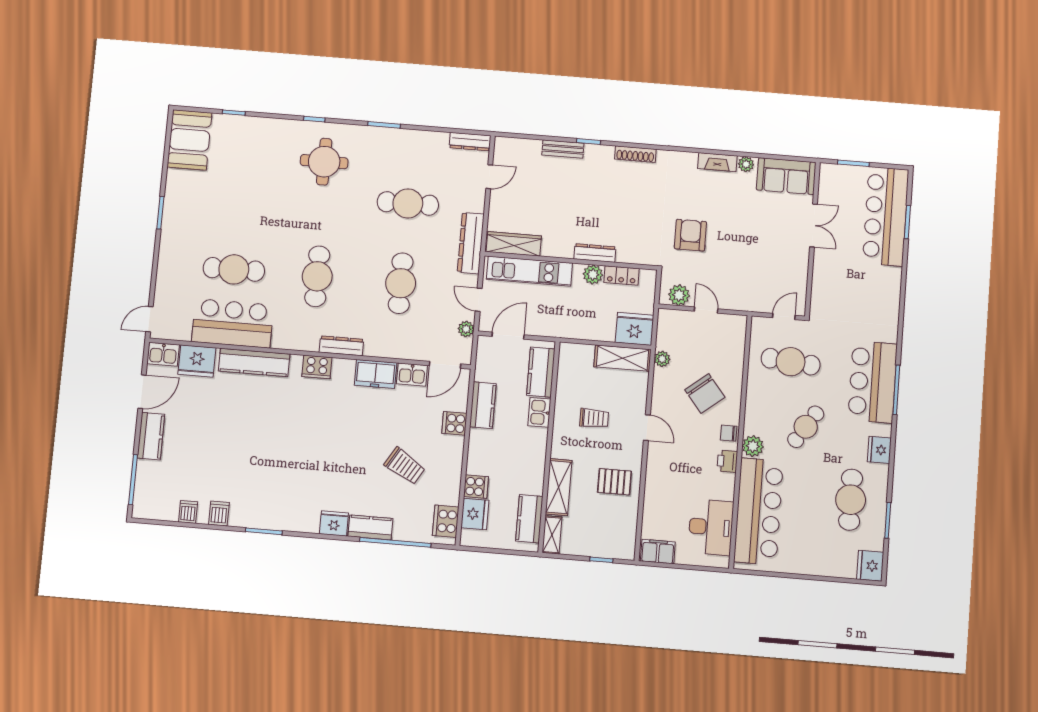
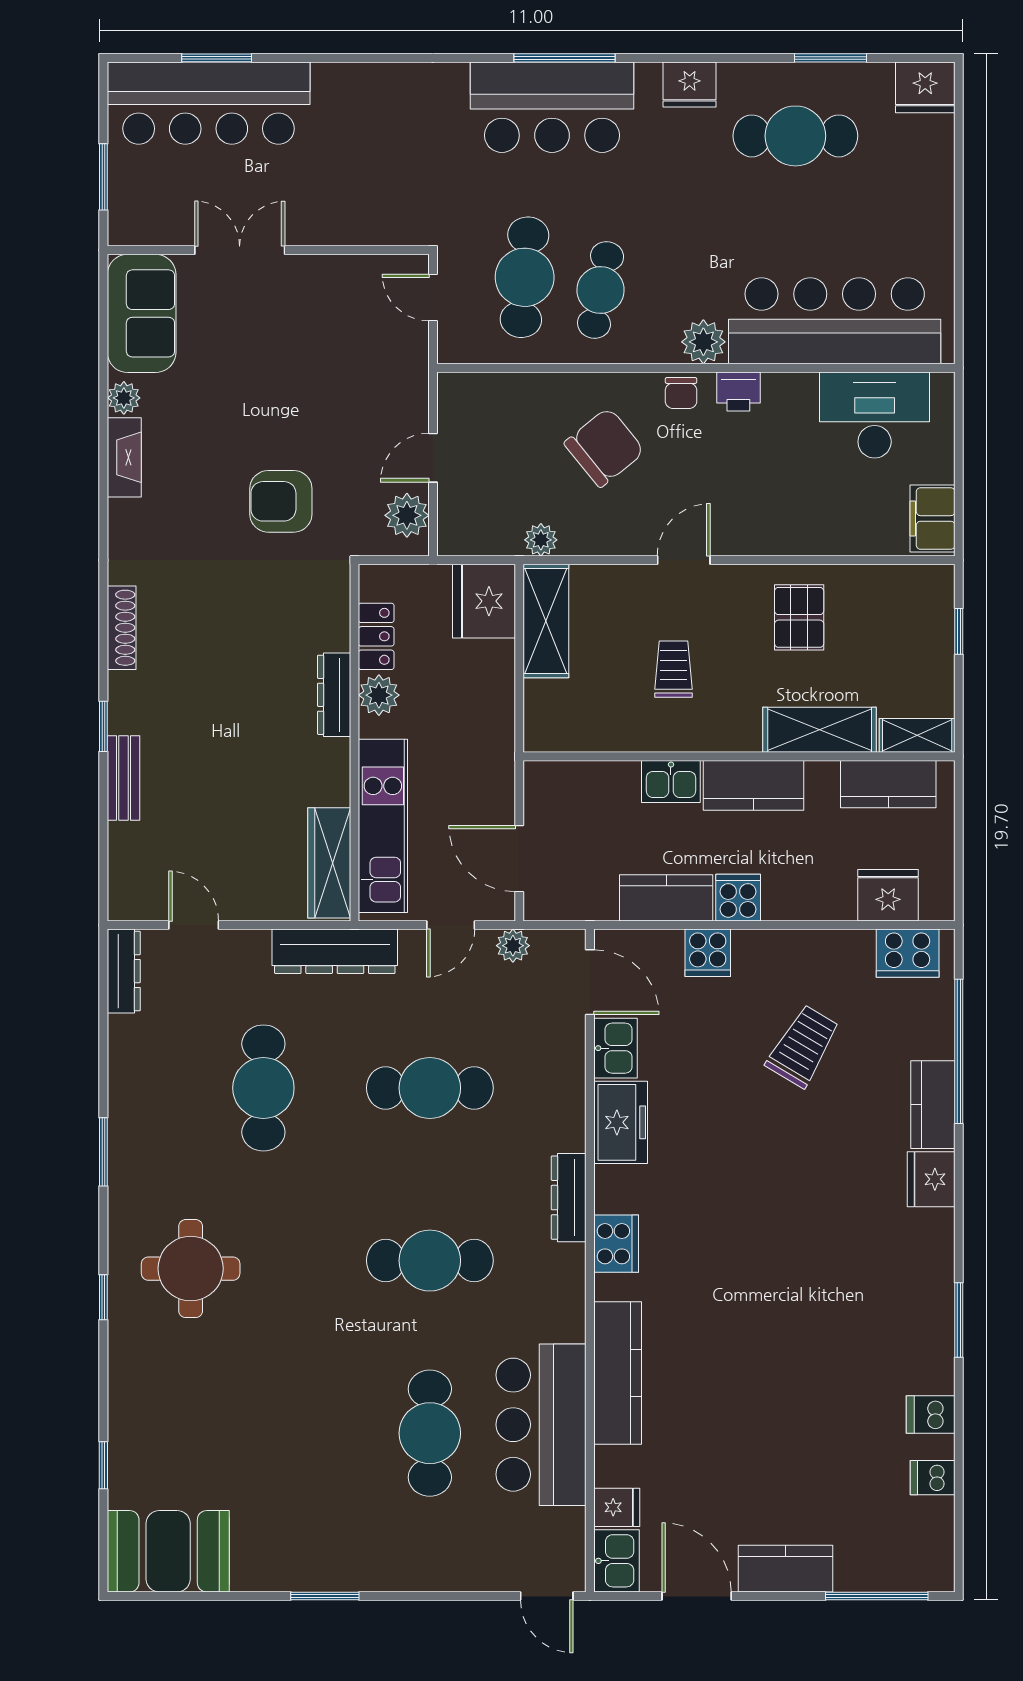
fridge: (197, 361) -> (617, 1507), width x0.53, depth x0.75
kitchen counter: (541, 372) -> (753, 785), moved
cafe table: (806, 427) -> (601, 290), moved, turned 68
cooker: (476, 487) -> (738, 898), moved

